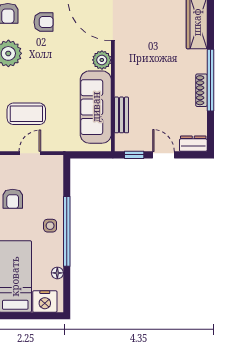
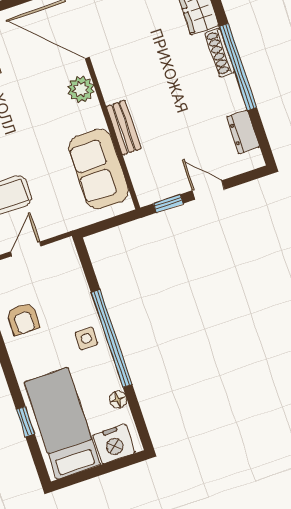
shoe rack: (201, 90) -> (220, 53), moved
sofa: (96, 107) -> (99, 169), width x0.73
bench: (121, 115) -> (124, 128), moved
dresser: (193, 144) -> (243, 132), moved, turned -90

